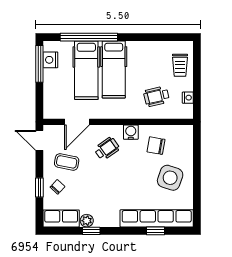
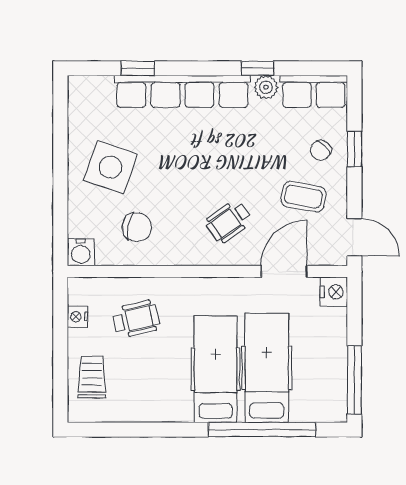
nightstand: (50, 60) -> (334, 292), moved
water cooler: (131, 132) -> (81, 252), moved
row of seats: (157, 218) -> (182, 91), moved

